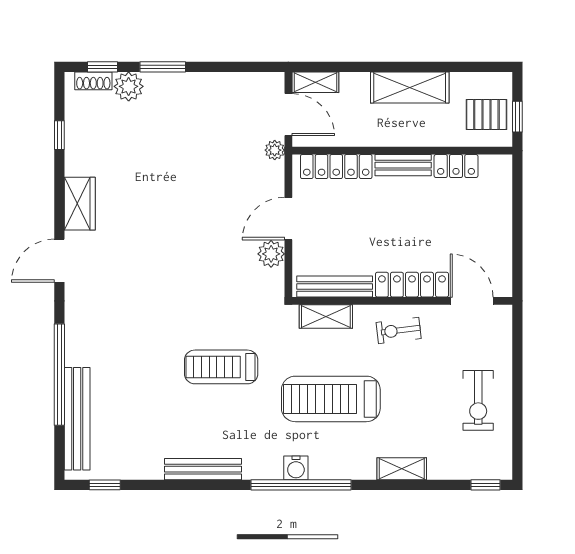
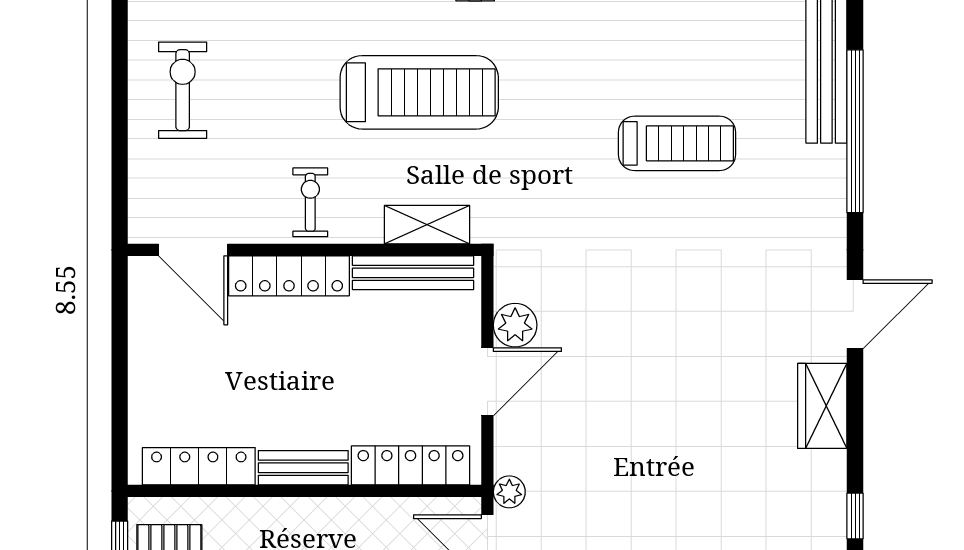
locker: (456, 166) -> (199, 466), width x1.53
exercise bike: (399, 330) -> (310, 202), turned -83
treadmill: (221, 367) -> (677, 143), moved

